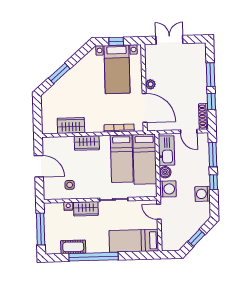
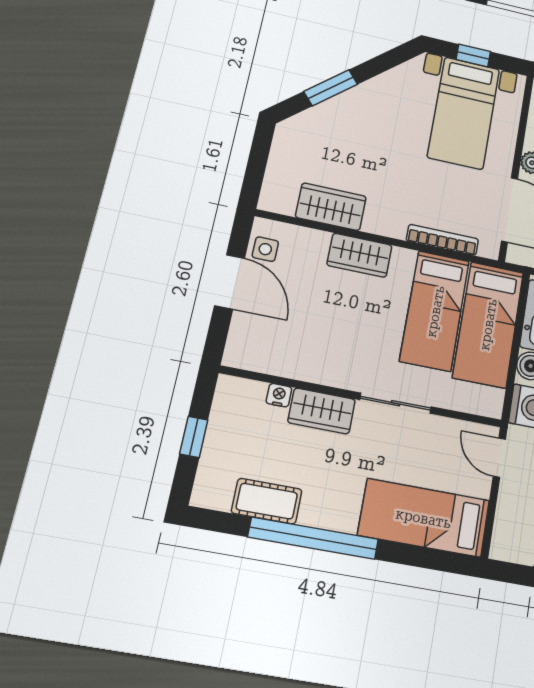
side table: (70, 185) -> (265, 249), moved
window: (41, 229) -> (194, 437), width x0.46

